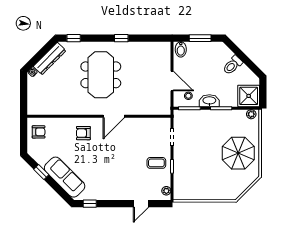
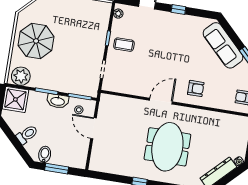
bidet: (181, 49) -> (45, 154), moved
plant: (251, 114) -> (21, 76), width x1.88, depth x1.88
window: (90, 204) -> (178, 9), moved

